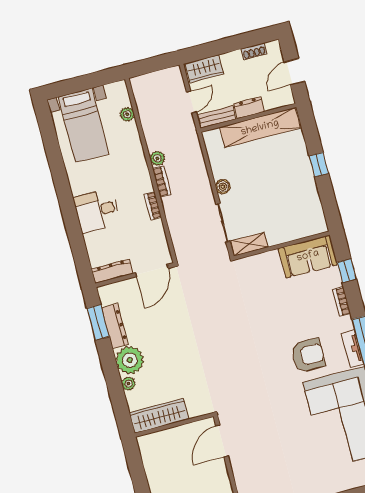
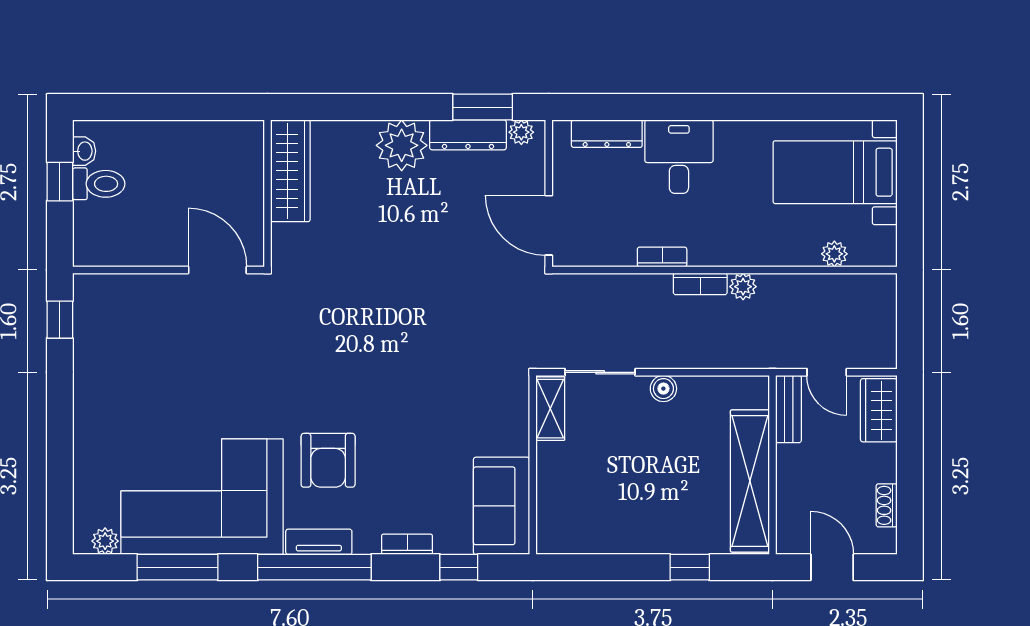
dresser: (249, 108) -> (790, 471), removed
window: (319, 165) -> (690, 567), moved
dresser: (112, 271) -> (607, 134), moved, turned 90
plant: (129, 384) -> (521, 132), moved

